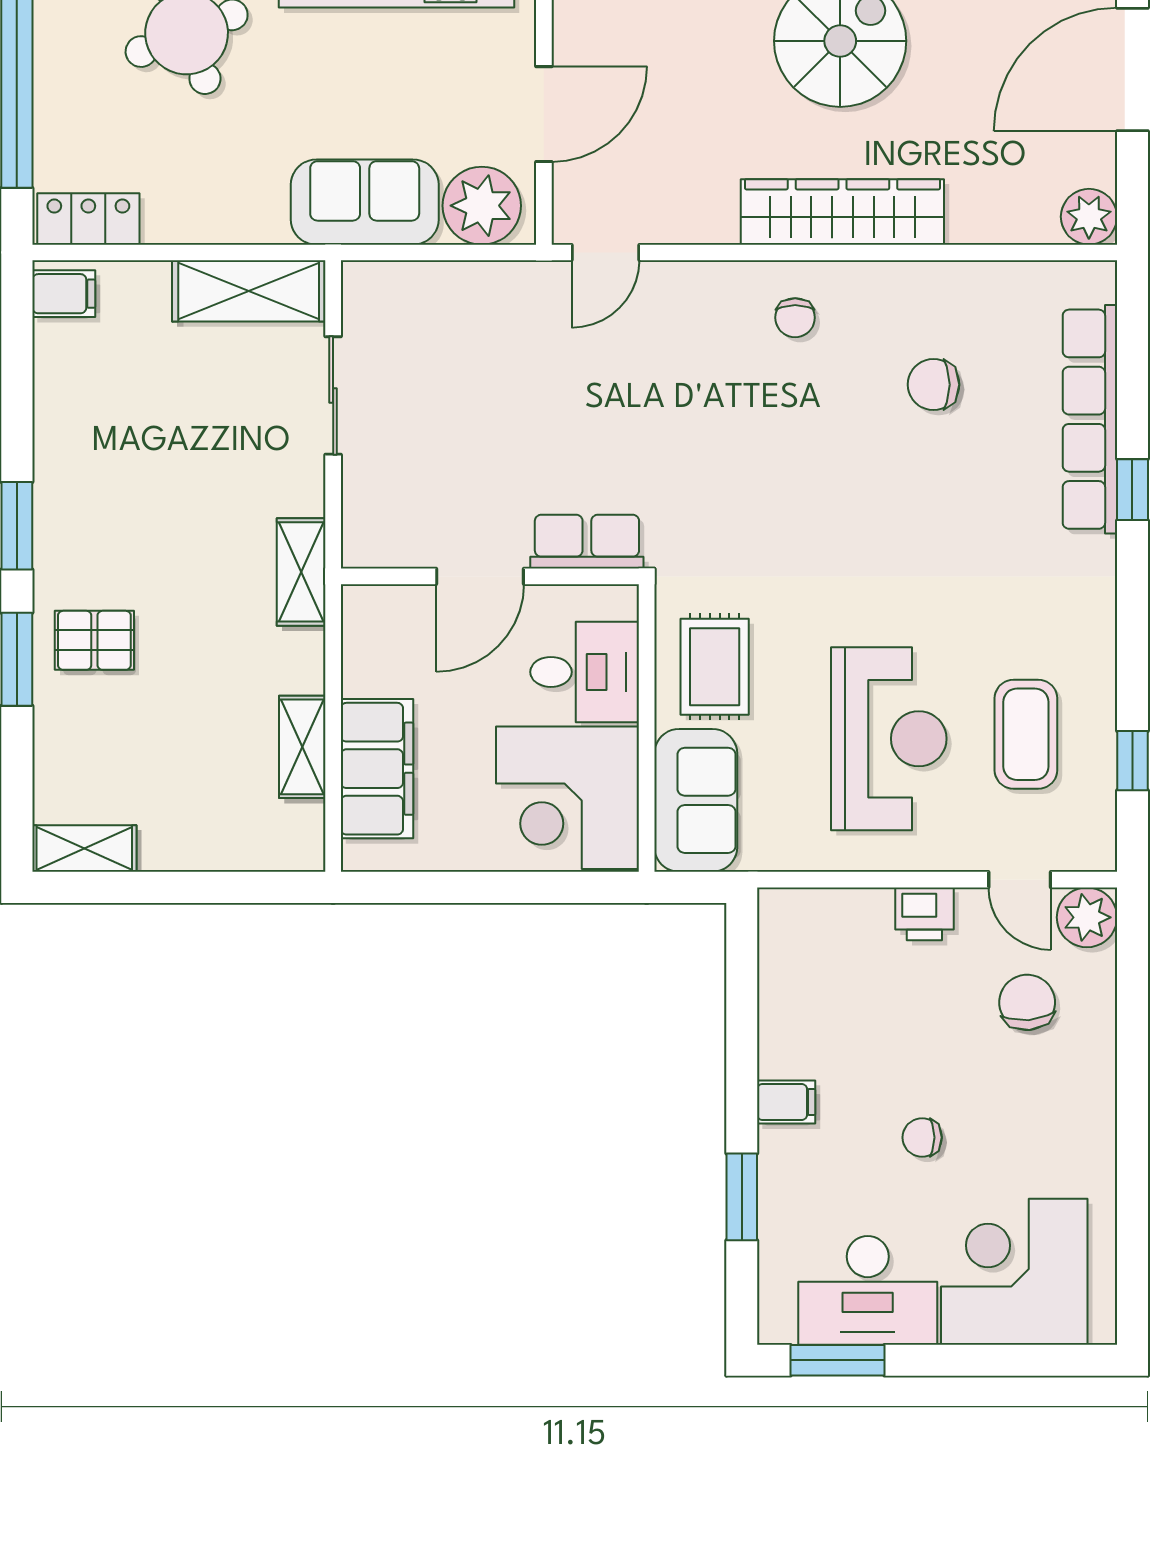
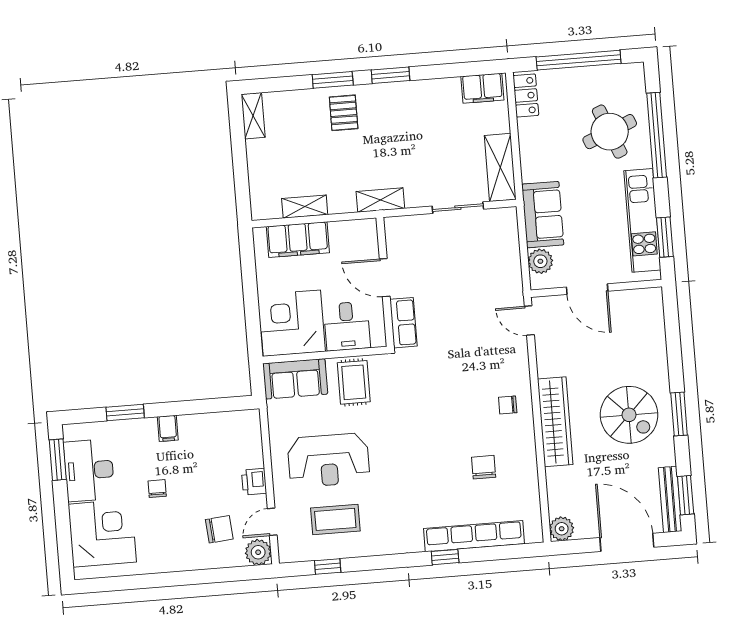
plant: (482, 206) -> (540, 261), width x0.73, depth x0.73
filing cabinet: (64, 294) -> (482, 88), width x2.00
rug: (715, 667) -> (354, 382), turned 90

